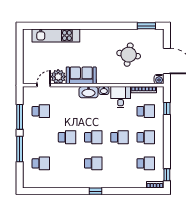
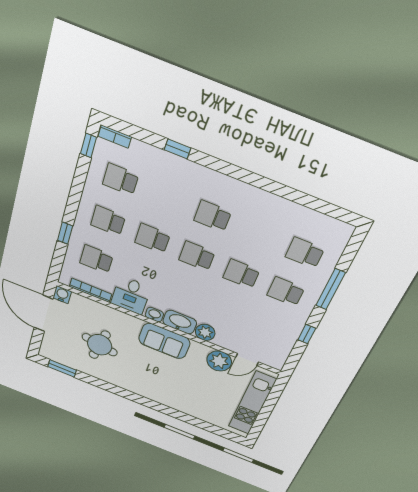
kitchen unit: (56, 35) -> (252, 403), moved, turned -90
sofa: (81, 75) -> (164, 341), moved
plant: (73, 92) -> (205, 332), added
window: (167, 109) -> (65, 233), moved
school desk: (41, 111) -> (286, 292), moved
window: (20, 117) -> (307, 334), width x0.46
window: (96, 191) -> (177, 149), moved

